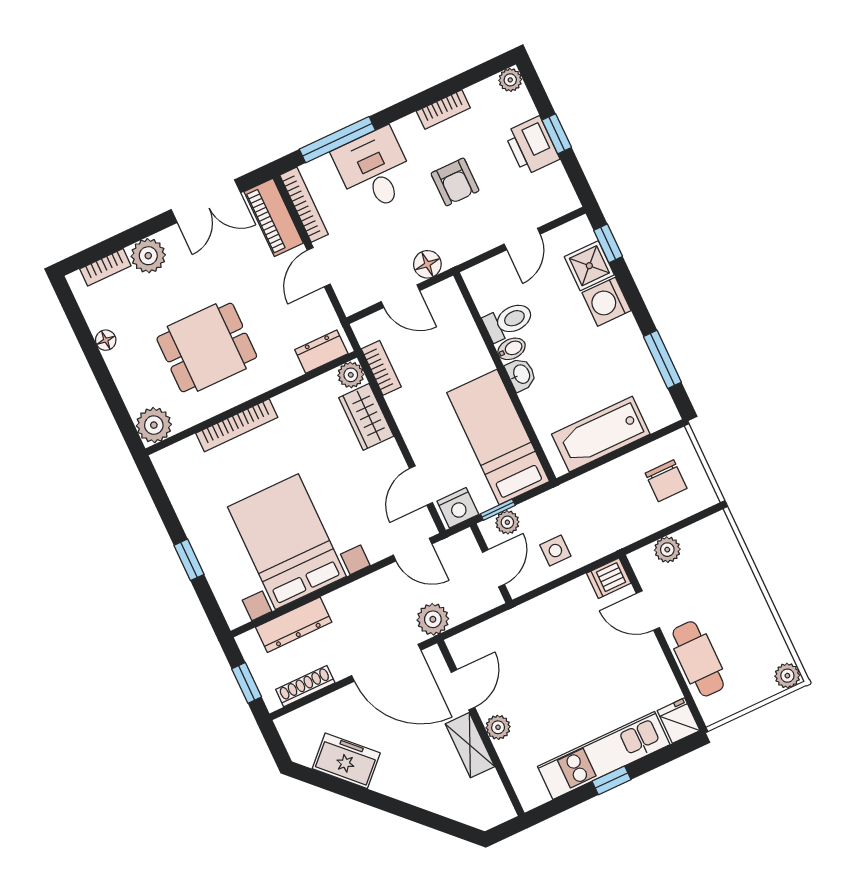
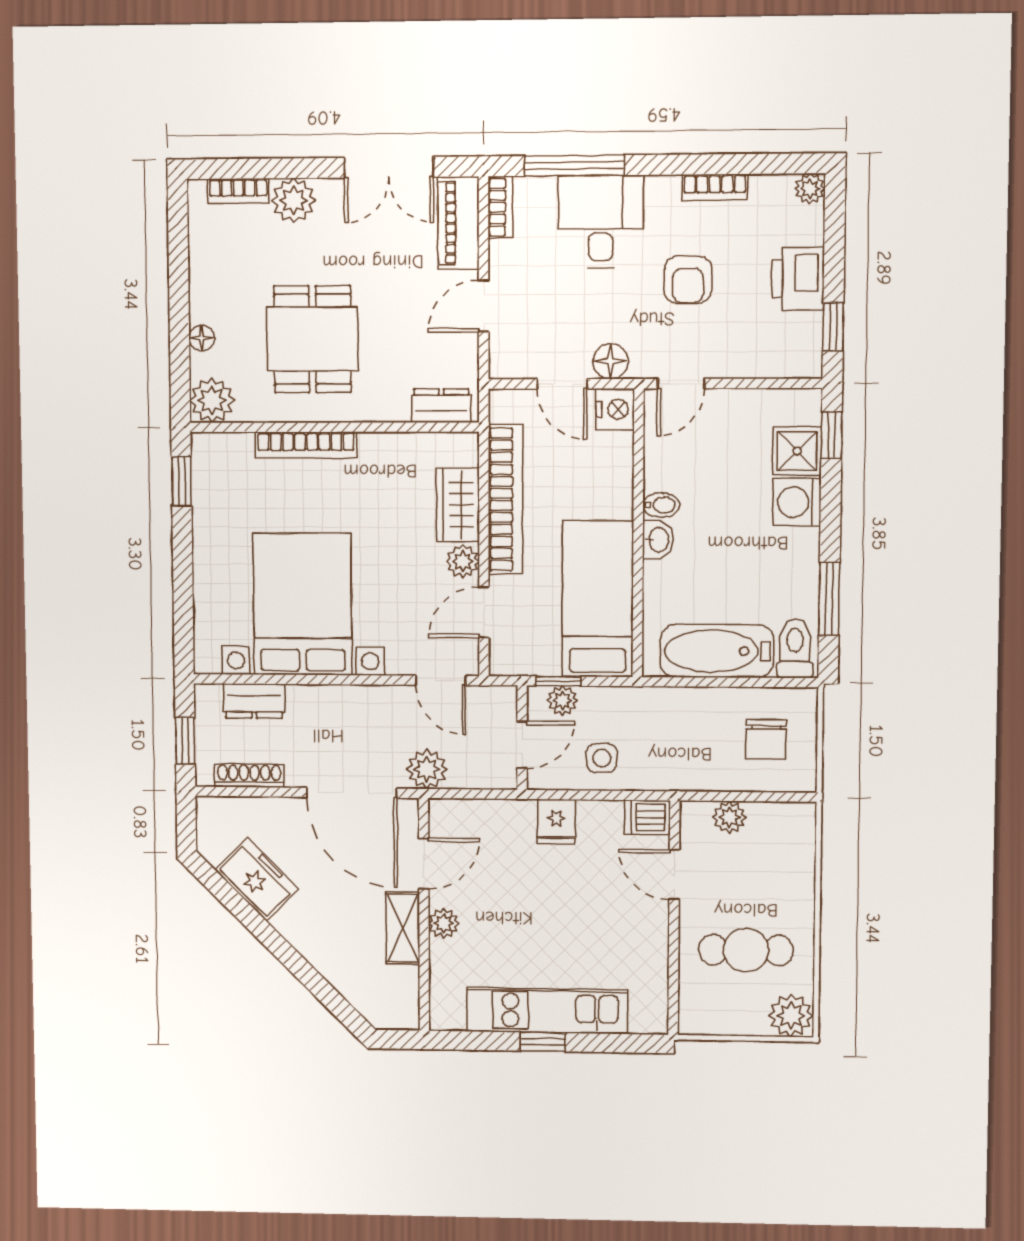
window: (557, 134) -> (833, 327), moved
bookcase: (304, 205) -> (500, 207), width x0.64
door: (522, 239) -> (681, 384), moved
toilet: (509, 321) -> (795, 648), moved, turned -90
floor lamp: (106, 340) -> (202, 338), moved
dining table: (207, 347) -> (312, 339), turned 90
bookcase: (381, 368) -> (505, 499), width x2.31, depth x1.31
plant: (351, 375) -> (463, 561), moved
nightstand: (458, 508) -> (615, 409), moved, turned -90
window: (189, 560) -> (182, 481), moved
dresser: (294, 625) -> (254, 701), width x0.70
cafe table: (698, 659) -> (746, 950), moved, turned 90
plant: (787, 676) -> (791, 1016), width x1.38, depth x1.38
fridge: (679, 721) -> (556, 822), moved, turned 180

